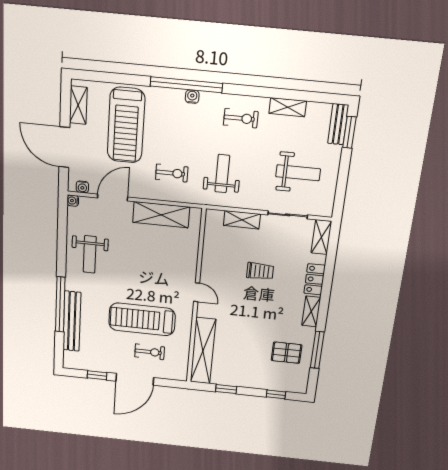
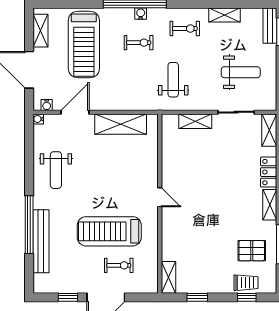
exercise bike: (172, 173) -> (139, 43), moved
trolley: (260, 271) -> (246, 283), moved
shelving: (203, 351) -> (168, 277), width x0.45, depth x0.75

